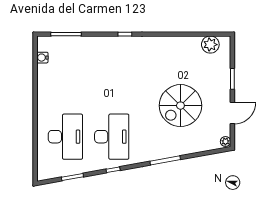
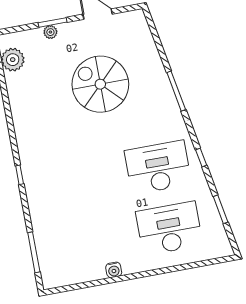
water cooler: (42, 58) -> (114, 270), moved
spiral stairs: (180, 106) -> (100, 84), turned 180
plant: (225, 142) -> (50, 32), moved

